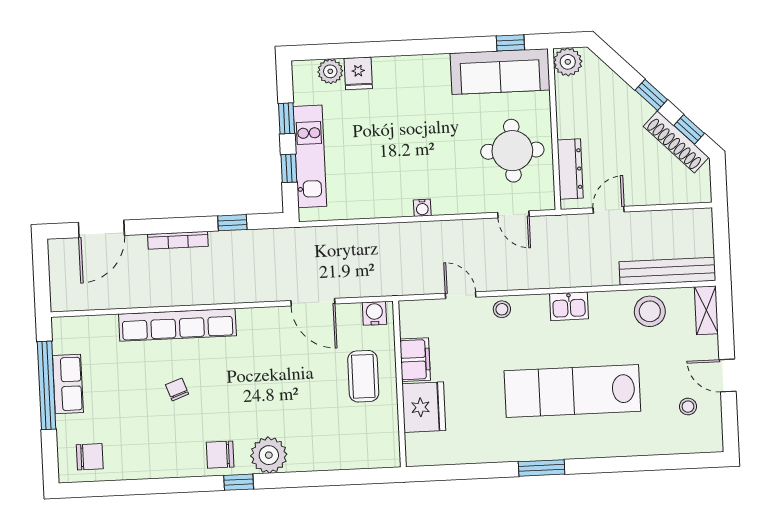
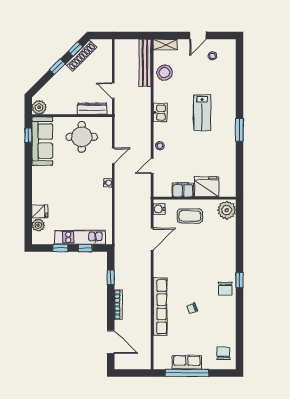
door: (513, 214) -> (113, 156), moved
lab bench: (572, 391) -> (202, 113), width x0.54, depth x0.72
plant: (269, 455) -> (227, 210), moved

